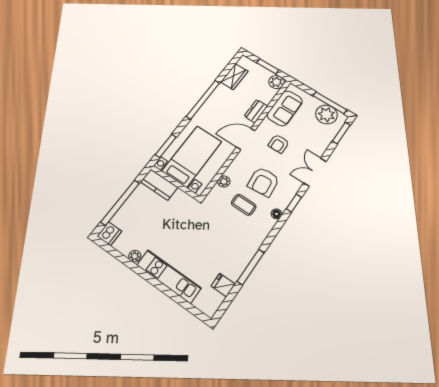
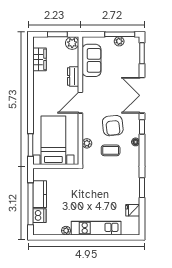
window: (203, 100) -> (30, 93), removed
plant: (327, 114) -> (119, 41), width x0.53, depth x0.53
armchair: (279, 144) -> (105, 91), removed
double door: (315, 172) -> (142, 95), width x1.37
kitchen counter: (159, 185) -> (40, 194), moved, turned -90
dishwasher: (109, 234) -> (39, 216), moved
window: (251, 267) -> (142, 188), width x0.69

